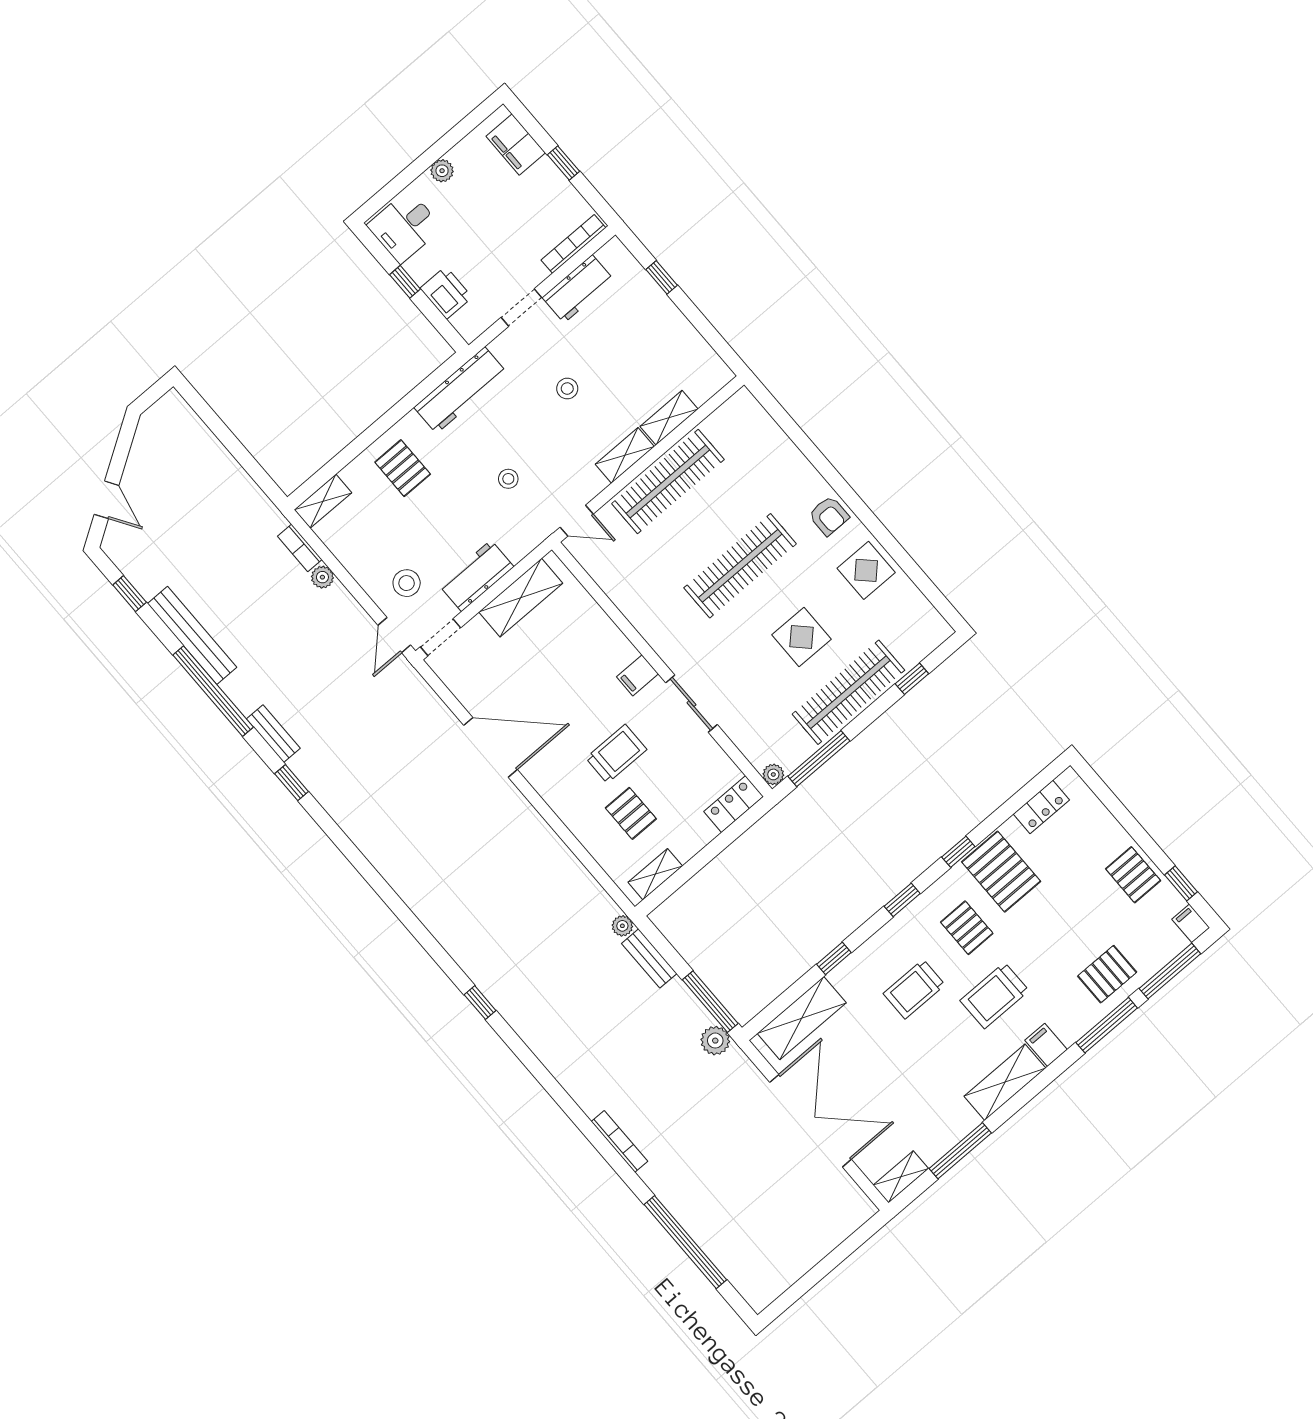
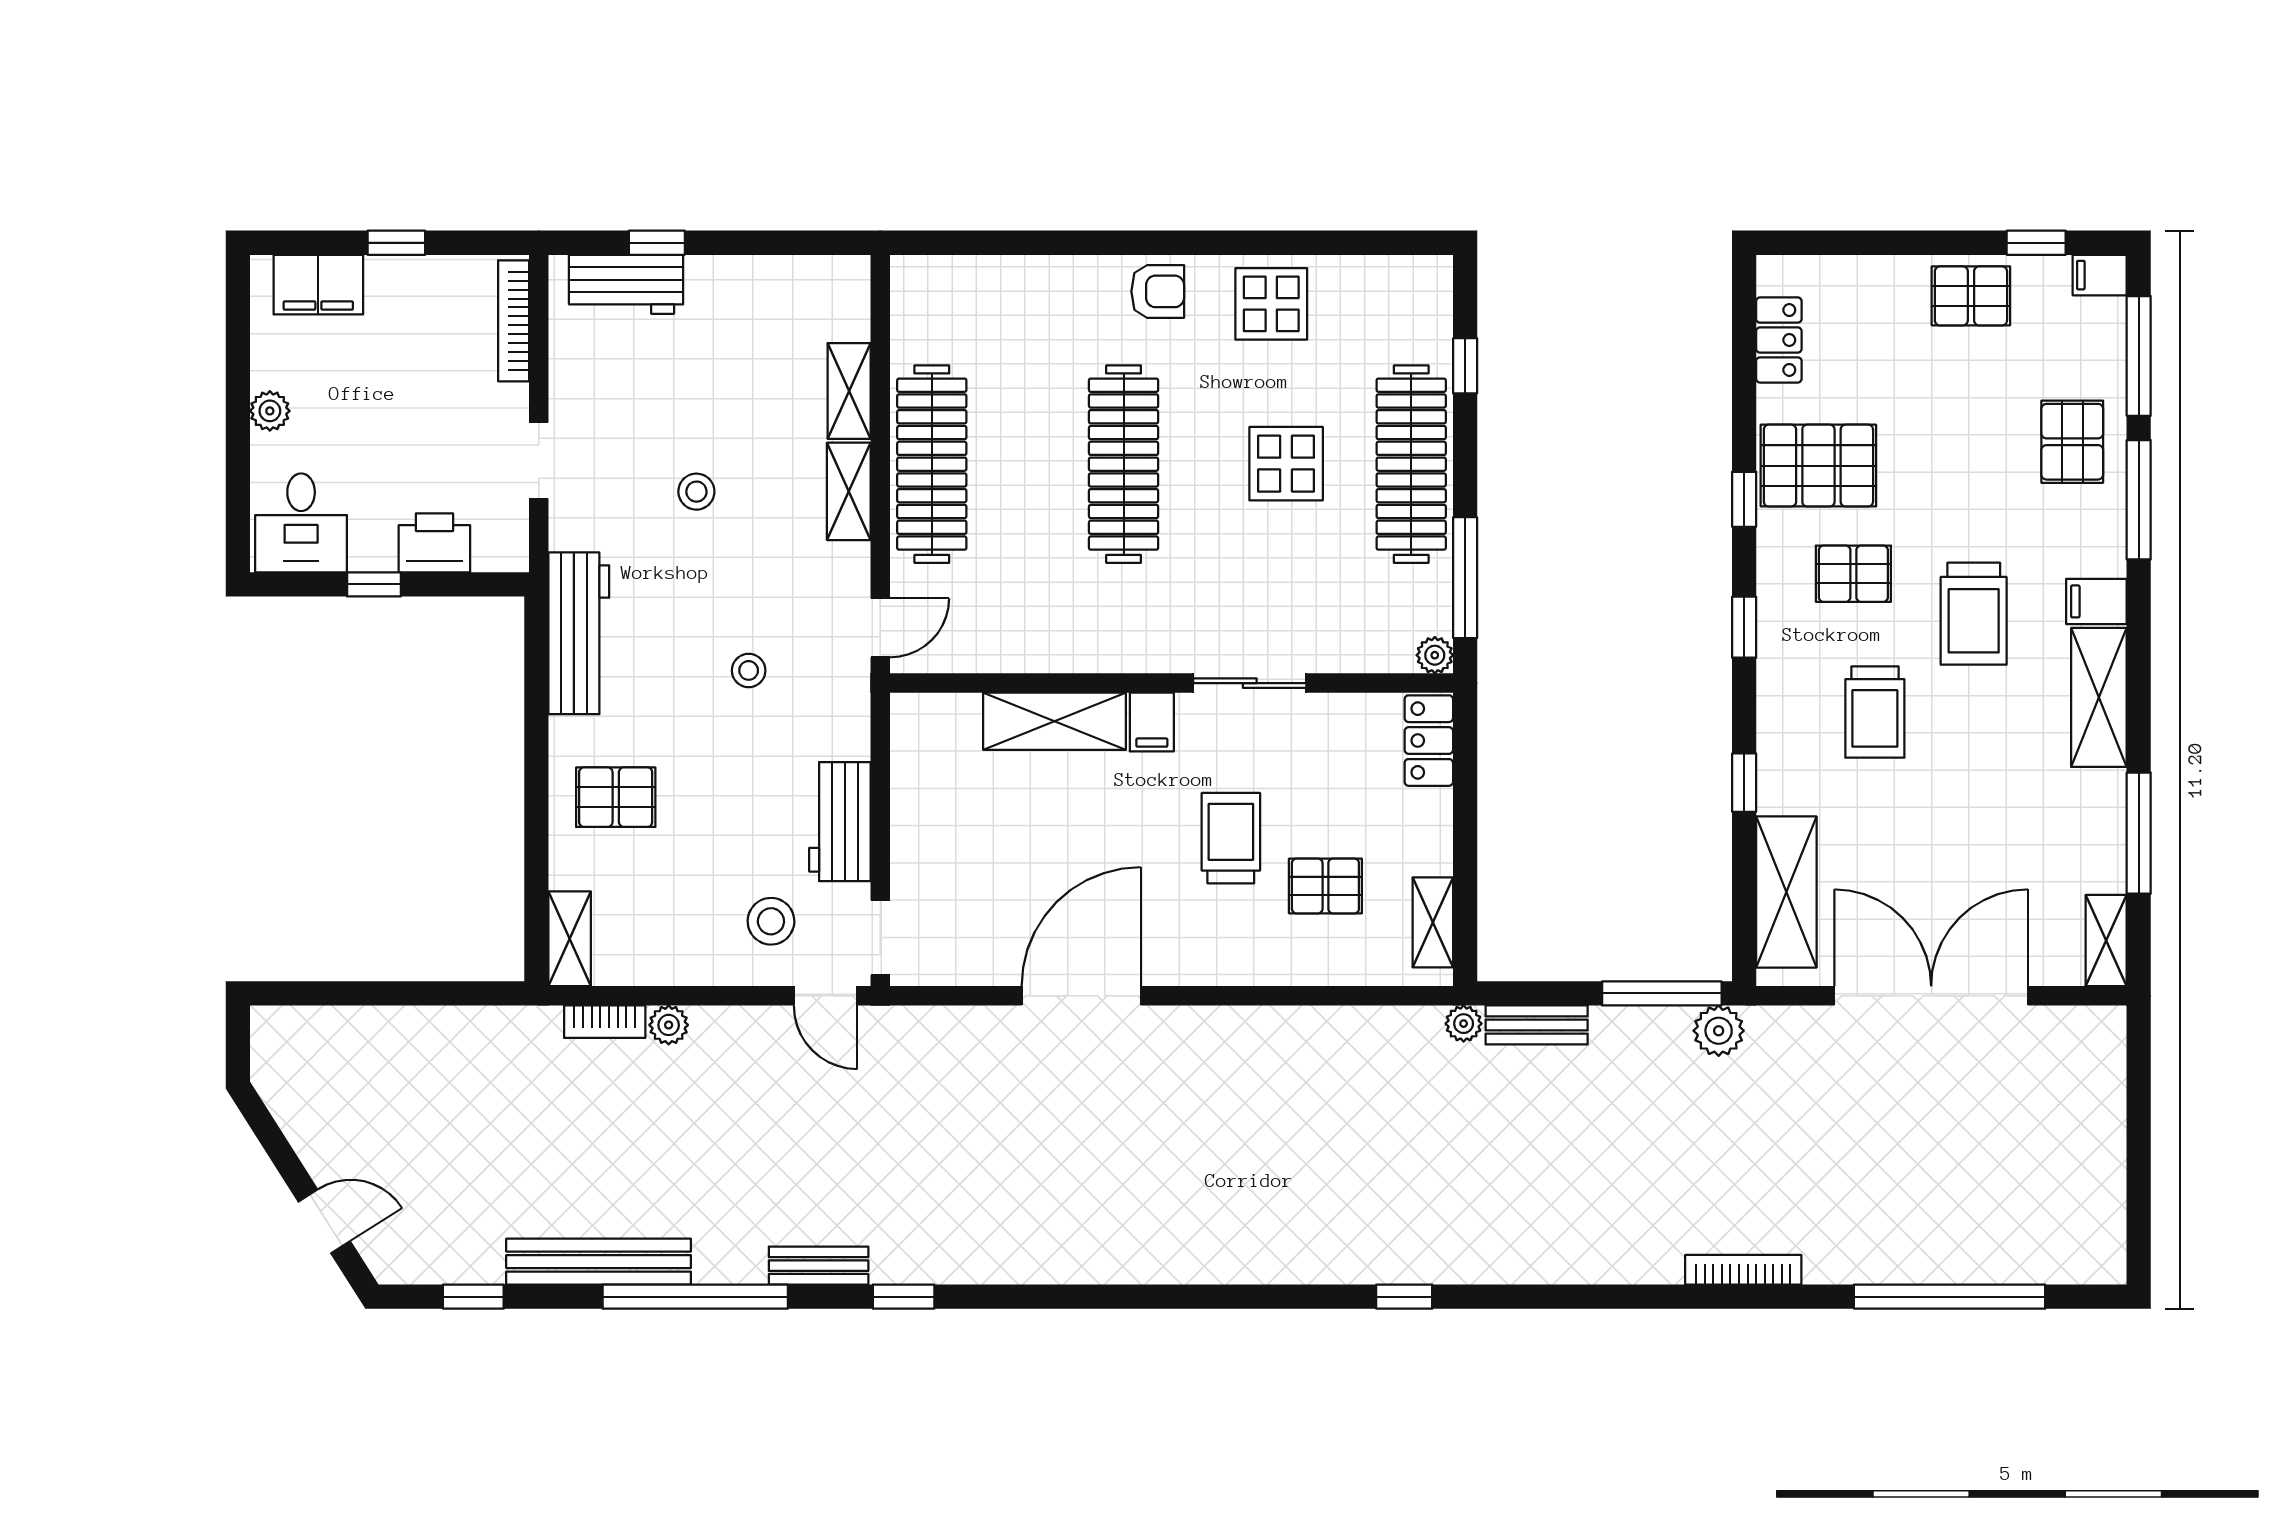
workbench: (578, 289) -> (626, 284), moved, turned 90
shelving: (521, 598) -> (1055, 721), moved, turned 90

